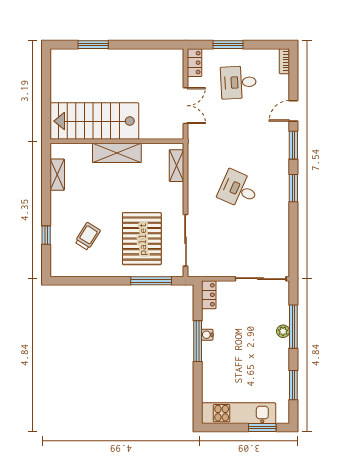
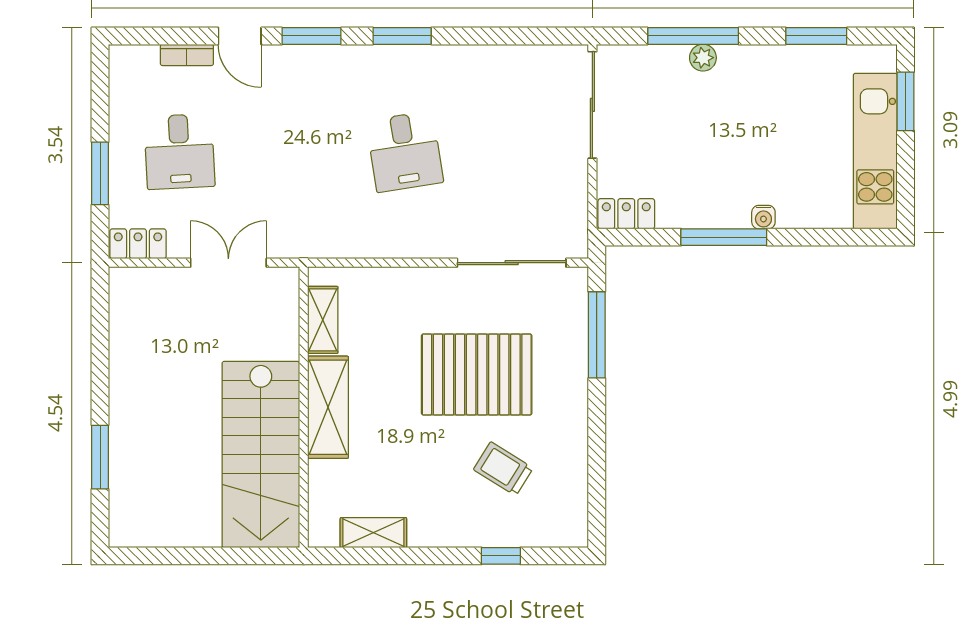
bookcase: (284, 61) -> (187, 55), moved
shelving: (176, 166) -> (323, 320), moved, turned 90
desk: (238, 189) -> (405, 152), turned -33
pallet: (142, 239) -> (477, 374), moved
water cooler: (207, 335) -> (763, 217), moved

